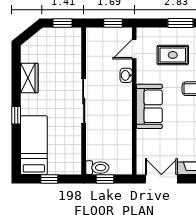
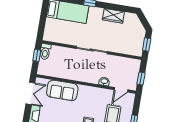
door: (134, 49) -> (121, 90), swing flipped
sofa: (149, 106) -> (62, 90), moved
window: (49, 179) -> (43, 18), removed

